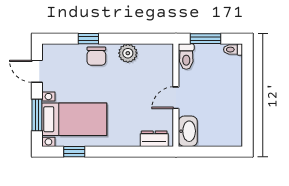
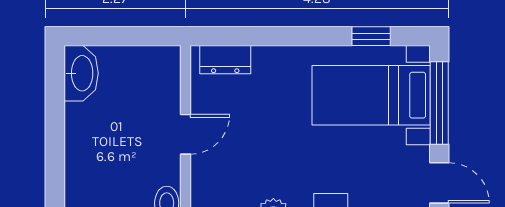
window: (37, 115) -> (439, 103), width x1.44
washbasin: (188, 131) -> (81, 73), moved, turned 180

